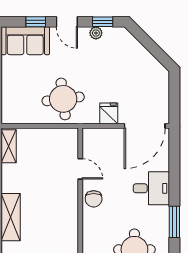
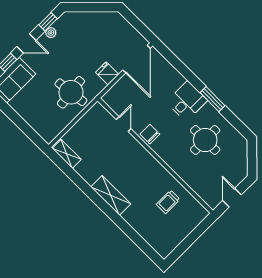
door: (80, 169) -> (124, 124), hinge flipped
desk: (151, 188) -> (187, 101), moved
chair: (94, 199) -> (150, 134), turned 180

